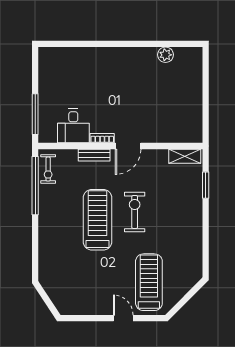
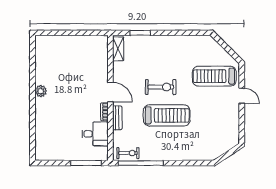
plant: (166, 55) -> (41, 91), moved
exercise bike: (135, 212) -> (161, 87), turned 180
treadmill: (98, 220) -> (167, 115), turned 180
door: (123, 318) -> (242, 96), swing flipped

